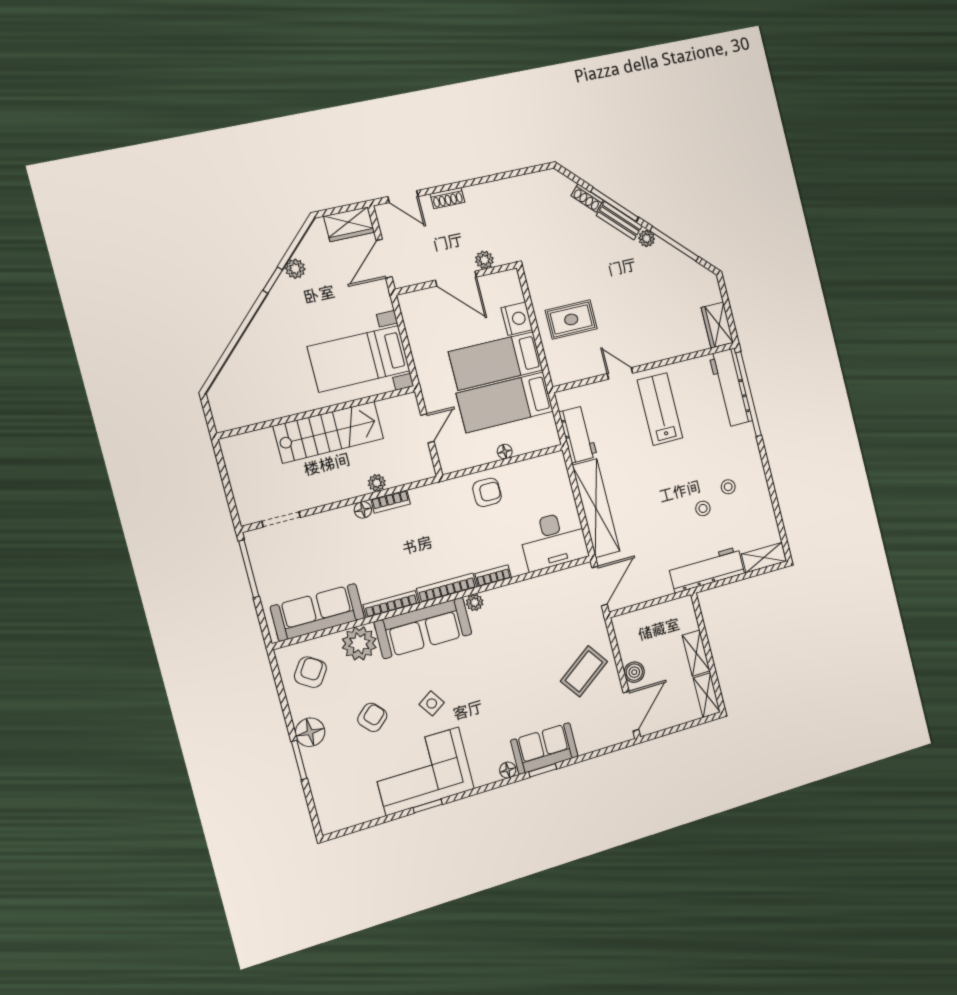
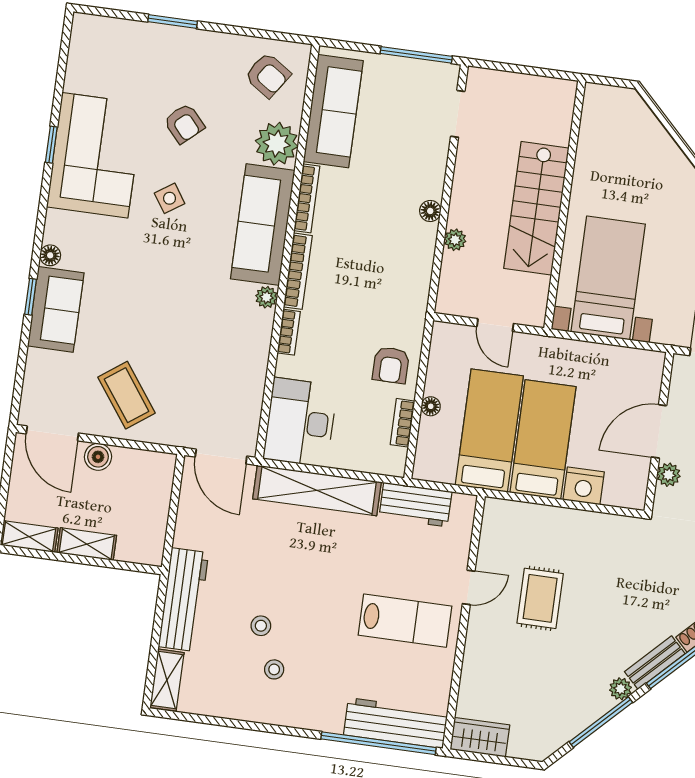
rug: (571, 319) -> (540, 598), moved
bookcase: (391, 502) -> (403, 423), moved
floor lamp: (310, 732) -> (199, 47), removed

